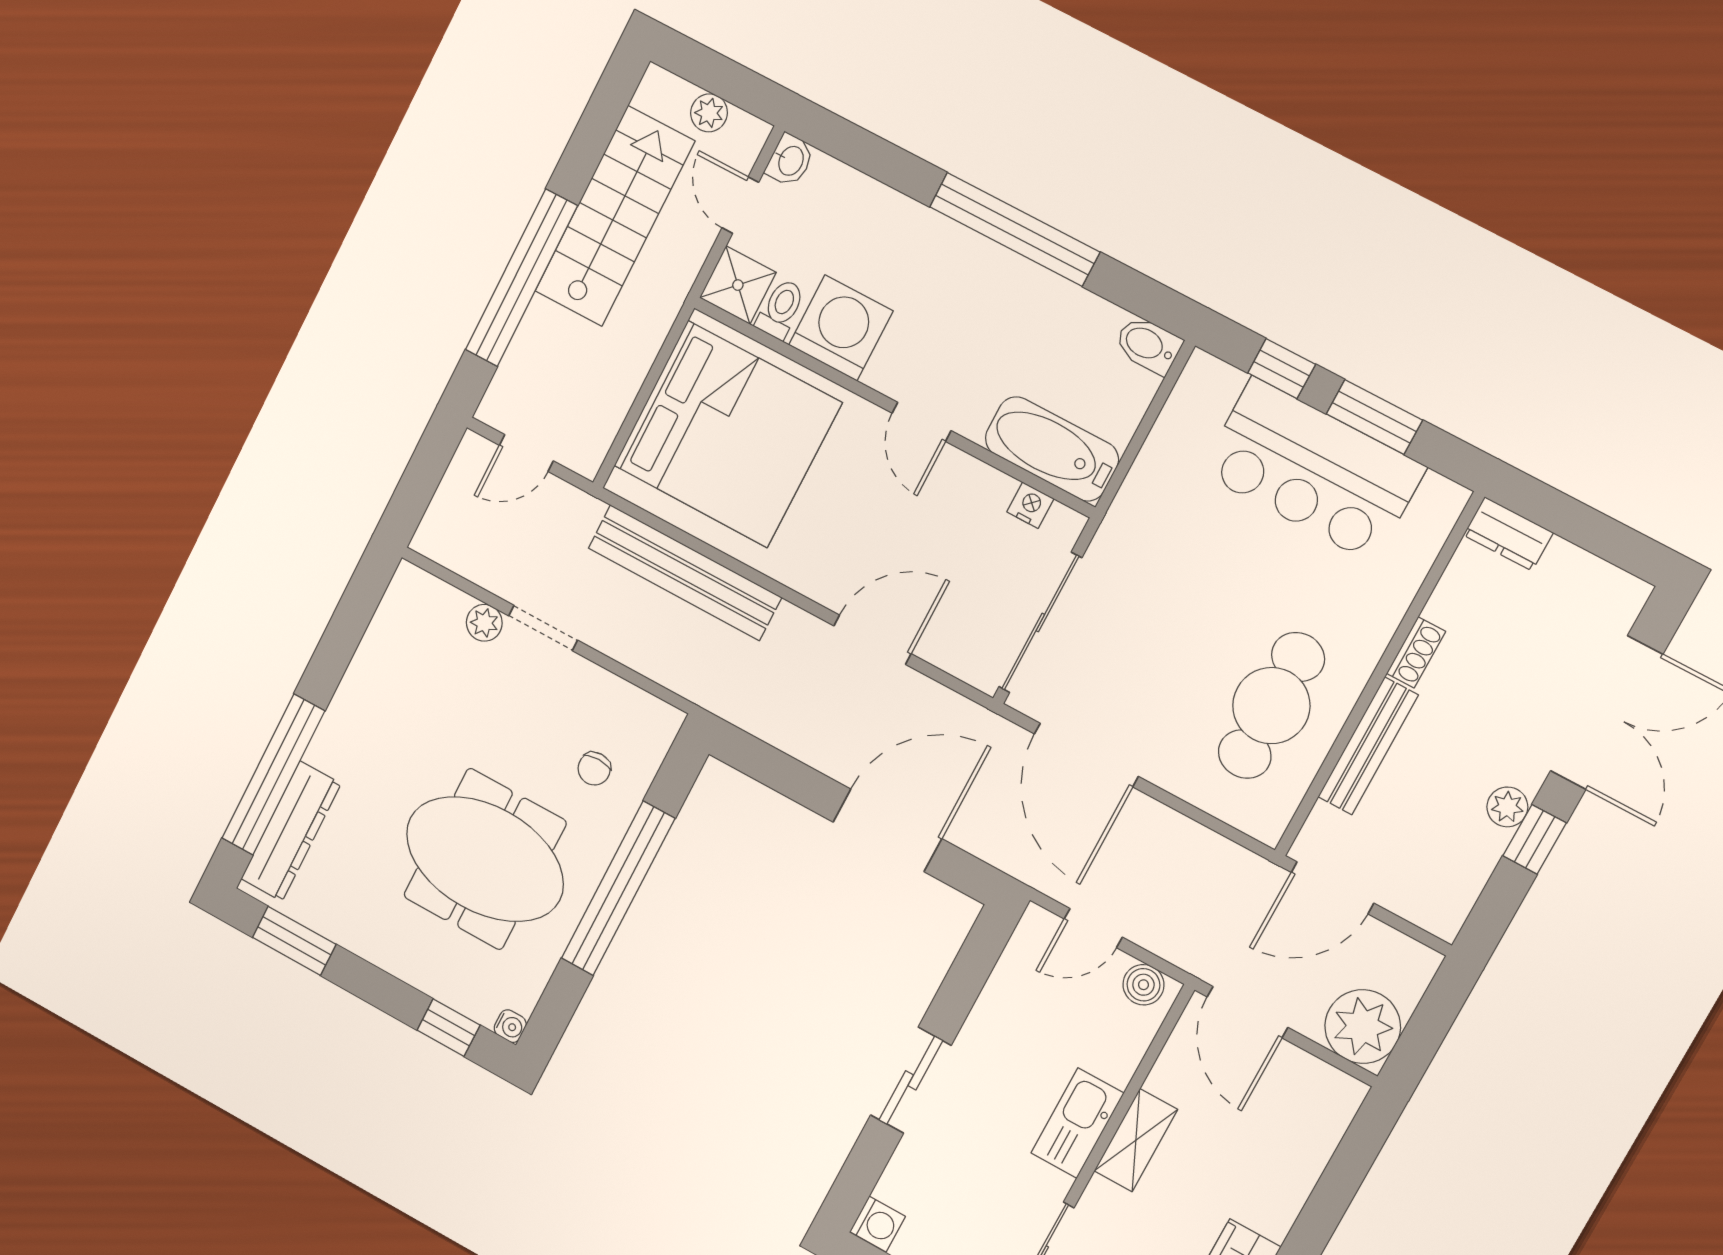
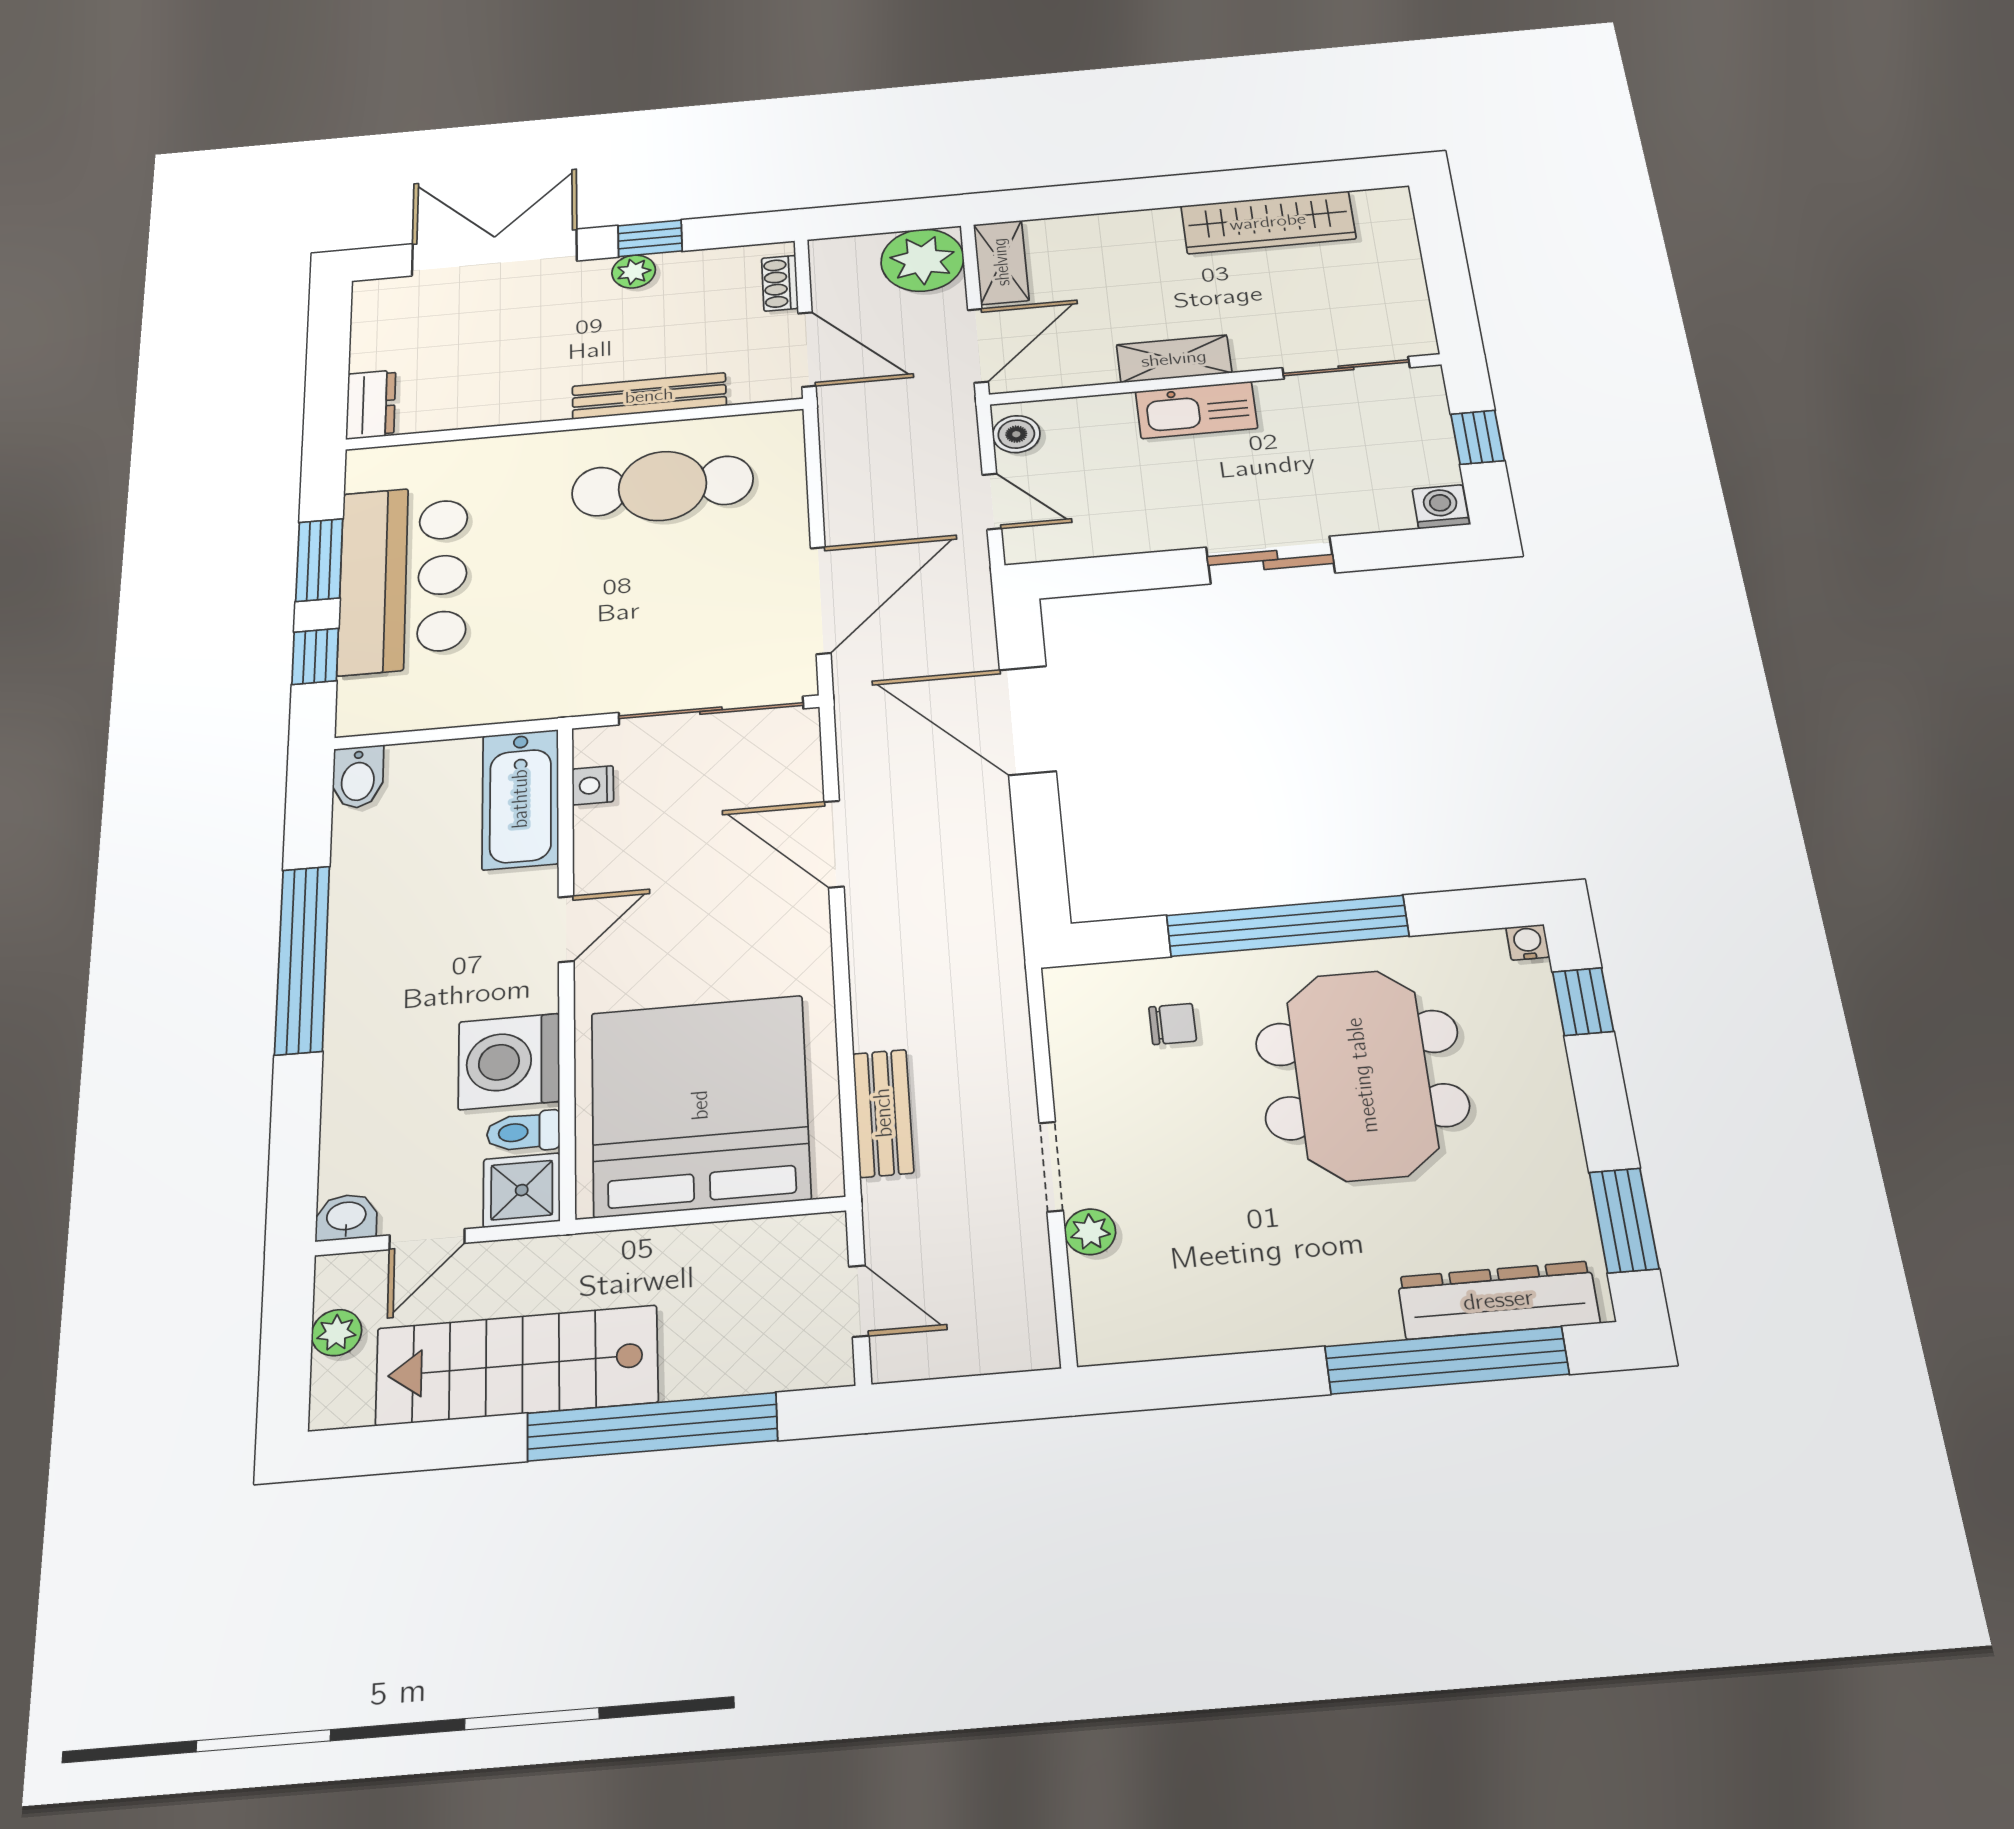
bench: (685, 573) -> (883, 1113), width x0.54, depth x0.82
shoe rack: (1416, 652) -> (780, 283), moved, turned -90
shelving: (1319, 1082) -> (1001, 262), added

